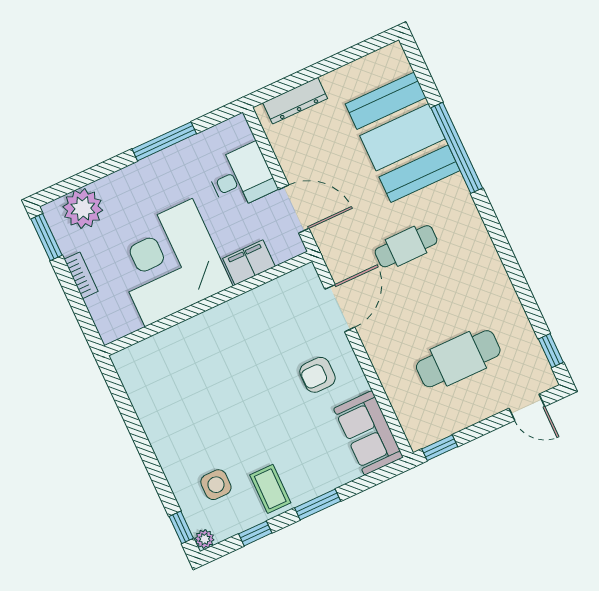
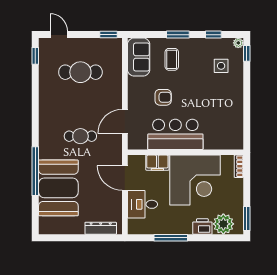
printer: (118, 187) -> (202, 227), added
bookcase: (81, 275) -> (239, 166), moved
bar counter: (241, 327) -> (175, 134), added
armchair: (317, 375) -> (163, 97), moved
coffee table: (270, 489) -> (172, 59), moved

